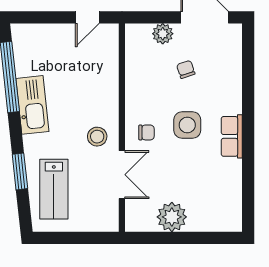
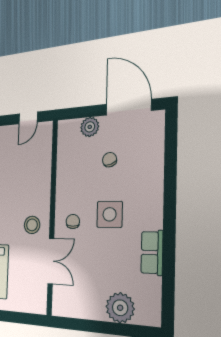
chair: (146, 132) -> (73, 221), turned -90
row of seats: (232, 136) -> (152, 253), moved
plant: (172, 217) -> (120, 308), moved

